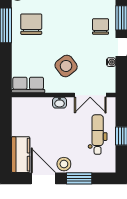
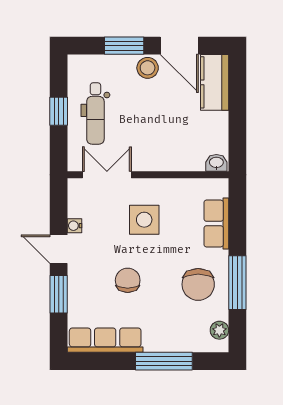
chair: (101, 26) -> (128, 280), moved, turned 180
side table: (66, 66) -> (144, 220), turned 37
row of seats: (28, 85) -> (216, 223), moved, turned 90
washbasin: (60, 103) -> (216, 163), moved

